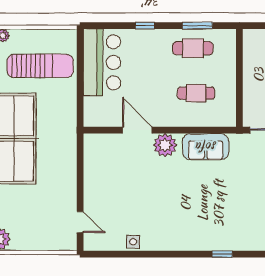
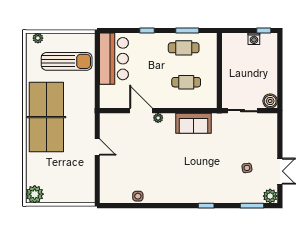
plant: (165, 145) -> (158, 118), width x0.53, depth x0.53
door: (80, 222) -> (97, 147), moved

